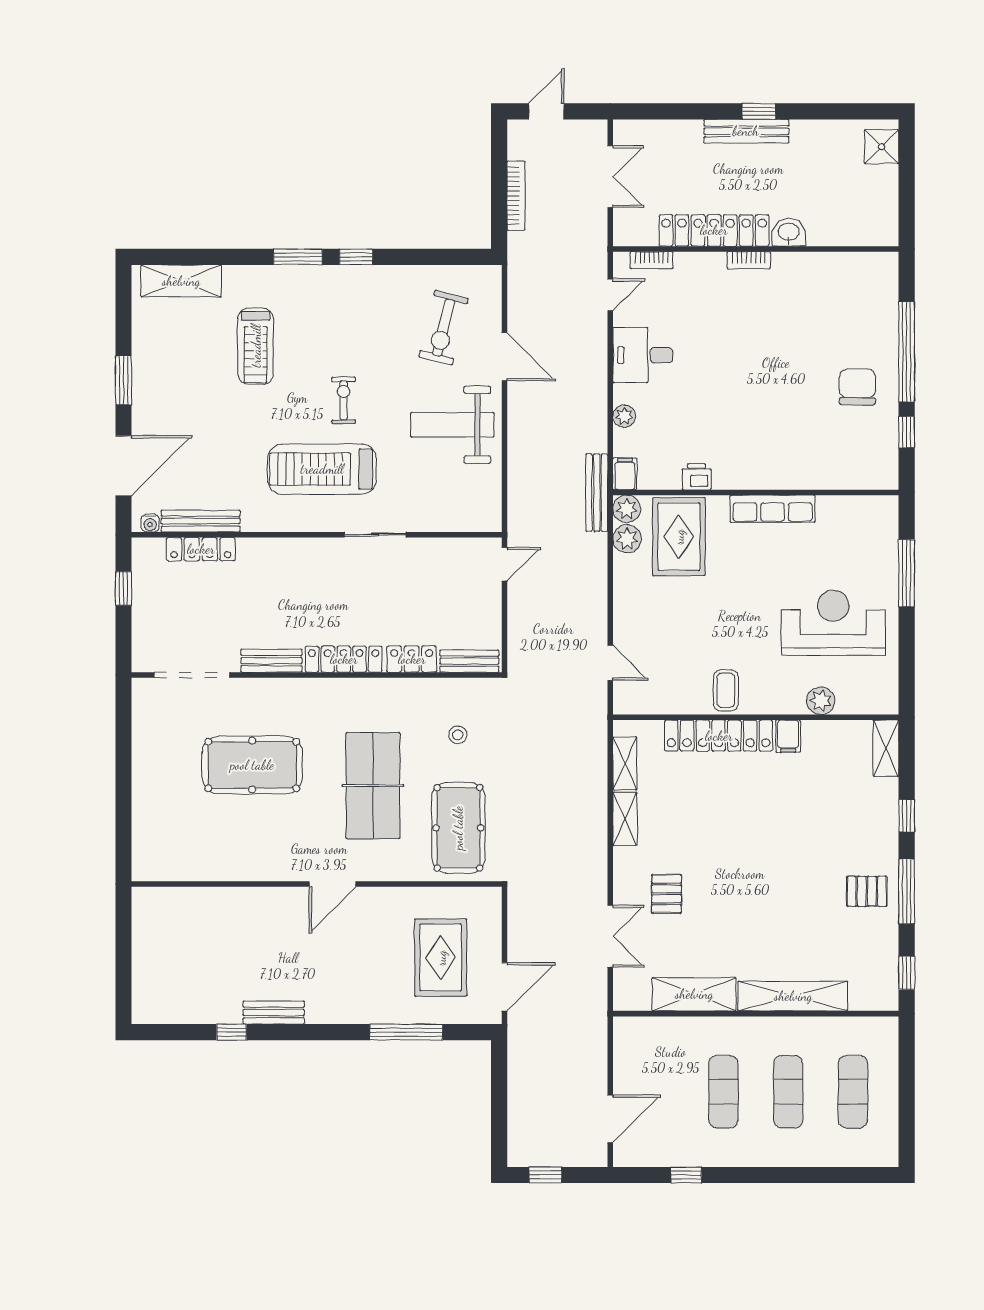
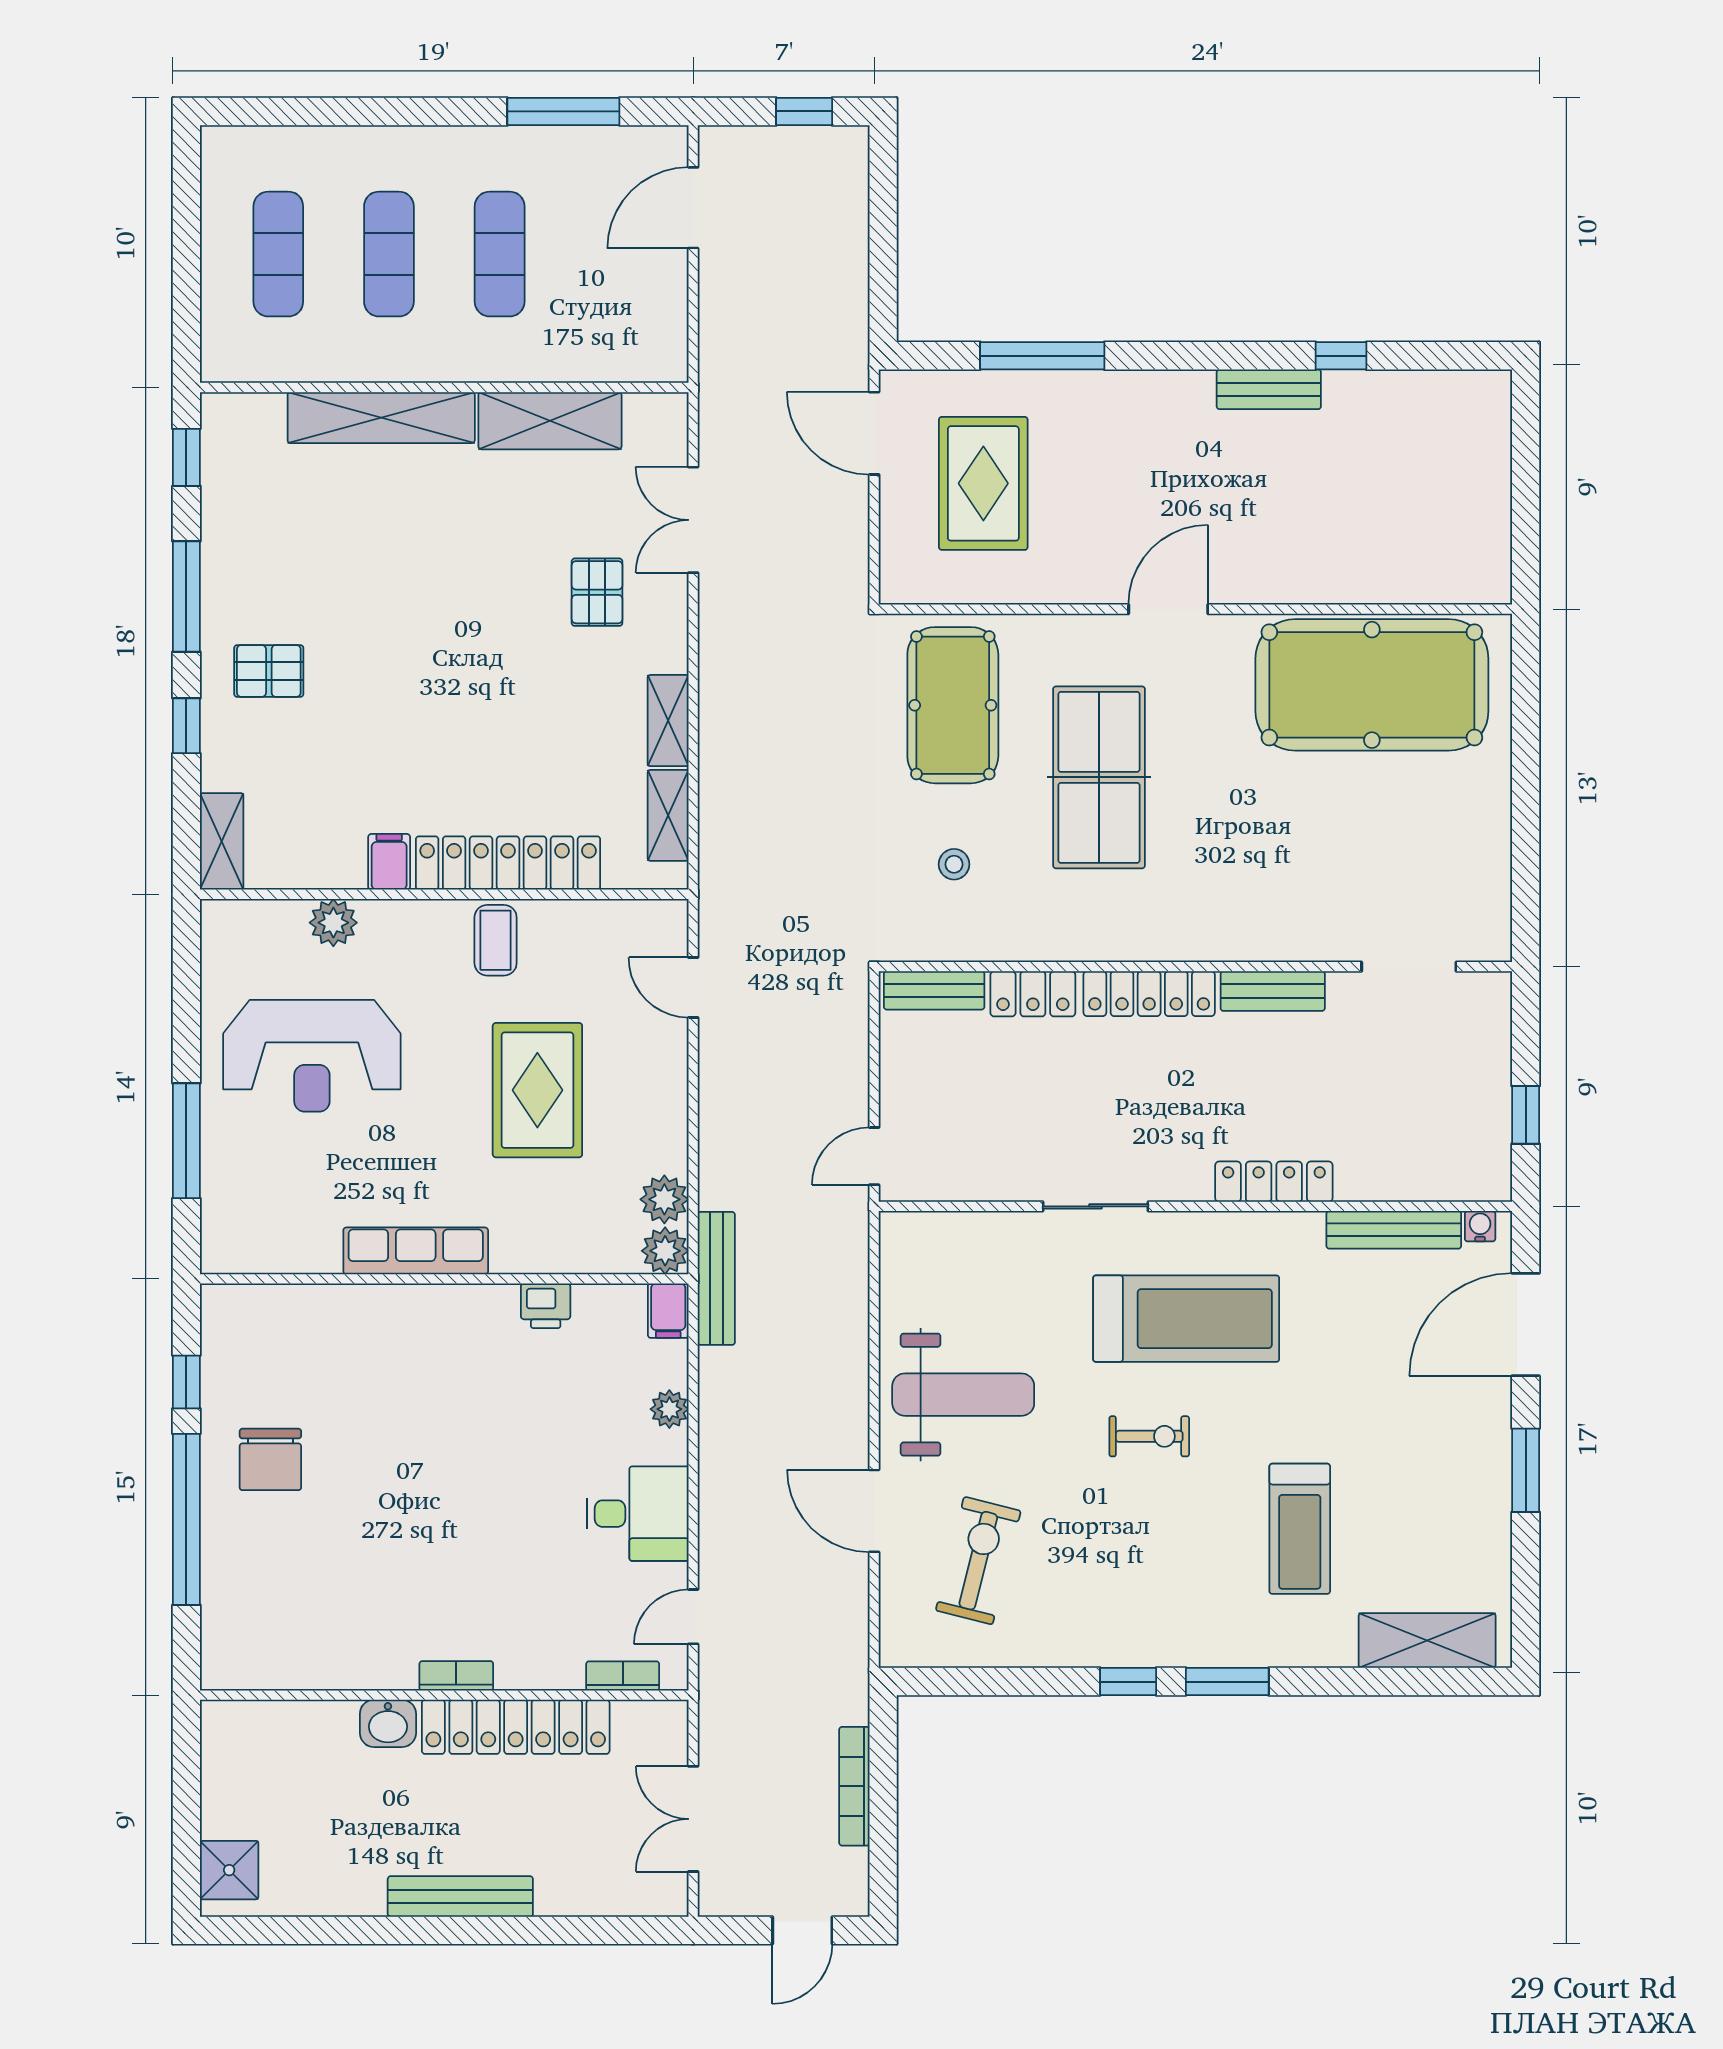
window: (759, 111) -> (439, 1930), removed
treadmill: (256, 346) -> (1300, 1529), turned 180
exercise bike: (344, 400) -> (1149, 1436), turned -90
rug: (679, 537) -> (537, 1090), moved
locker: (201, 549) -> (1274, 1182), moved
doorway: (192, 675) -> (1409, 967), width x0.73
pool table: (252, 765) -> (1372, 685), moved, width x1.36, depth x1.32
pallet: (867, 891) -> (269, 671), moved
door: (504, 987) -> (874, 433), hinge flipped
window: (686, 1175) -> (563, 111), width x2.17

